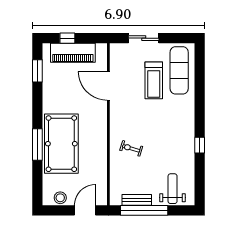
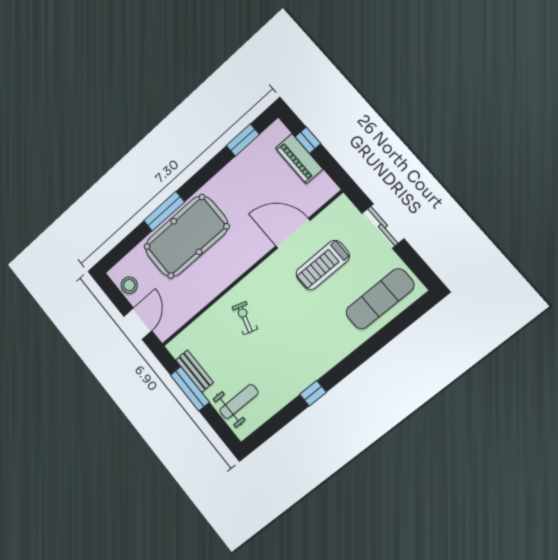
piano: (73, 53) -> (299, 159), width x0.73, depth x0.75
treadmill: (154, 80) -> (323, 265), moved
door: (108, 86) -> (293, 233), hinge flipped
door: (85, 210) -> (138, 324), hinge flipped
window: (144, 210) -> (190, 389), width x0.68

